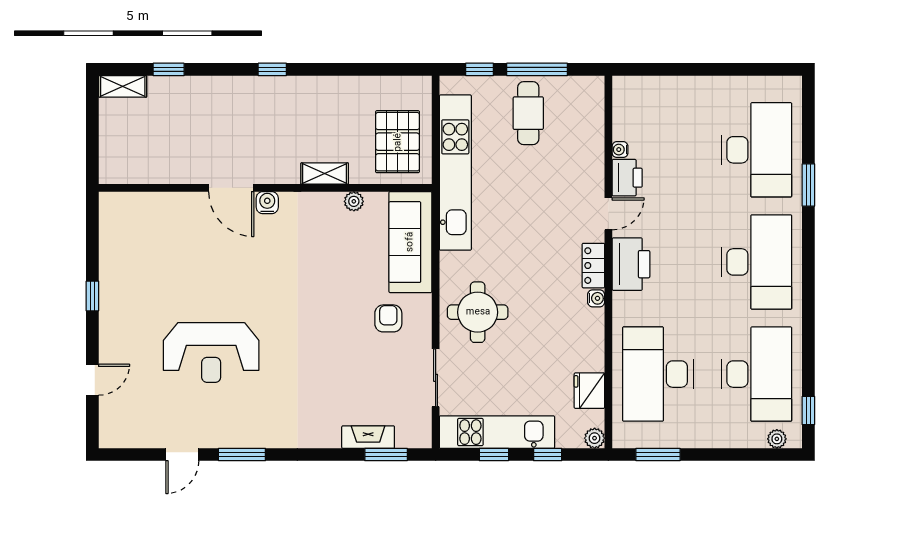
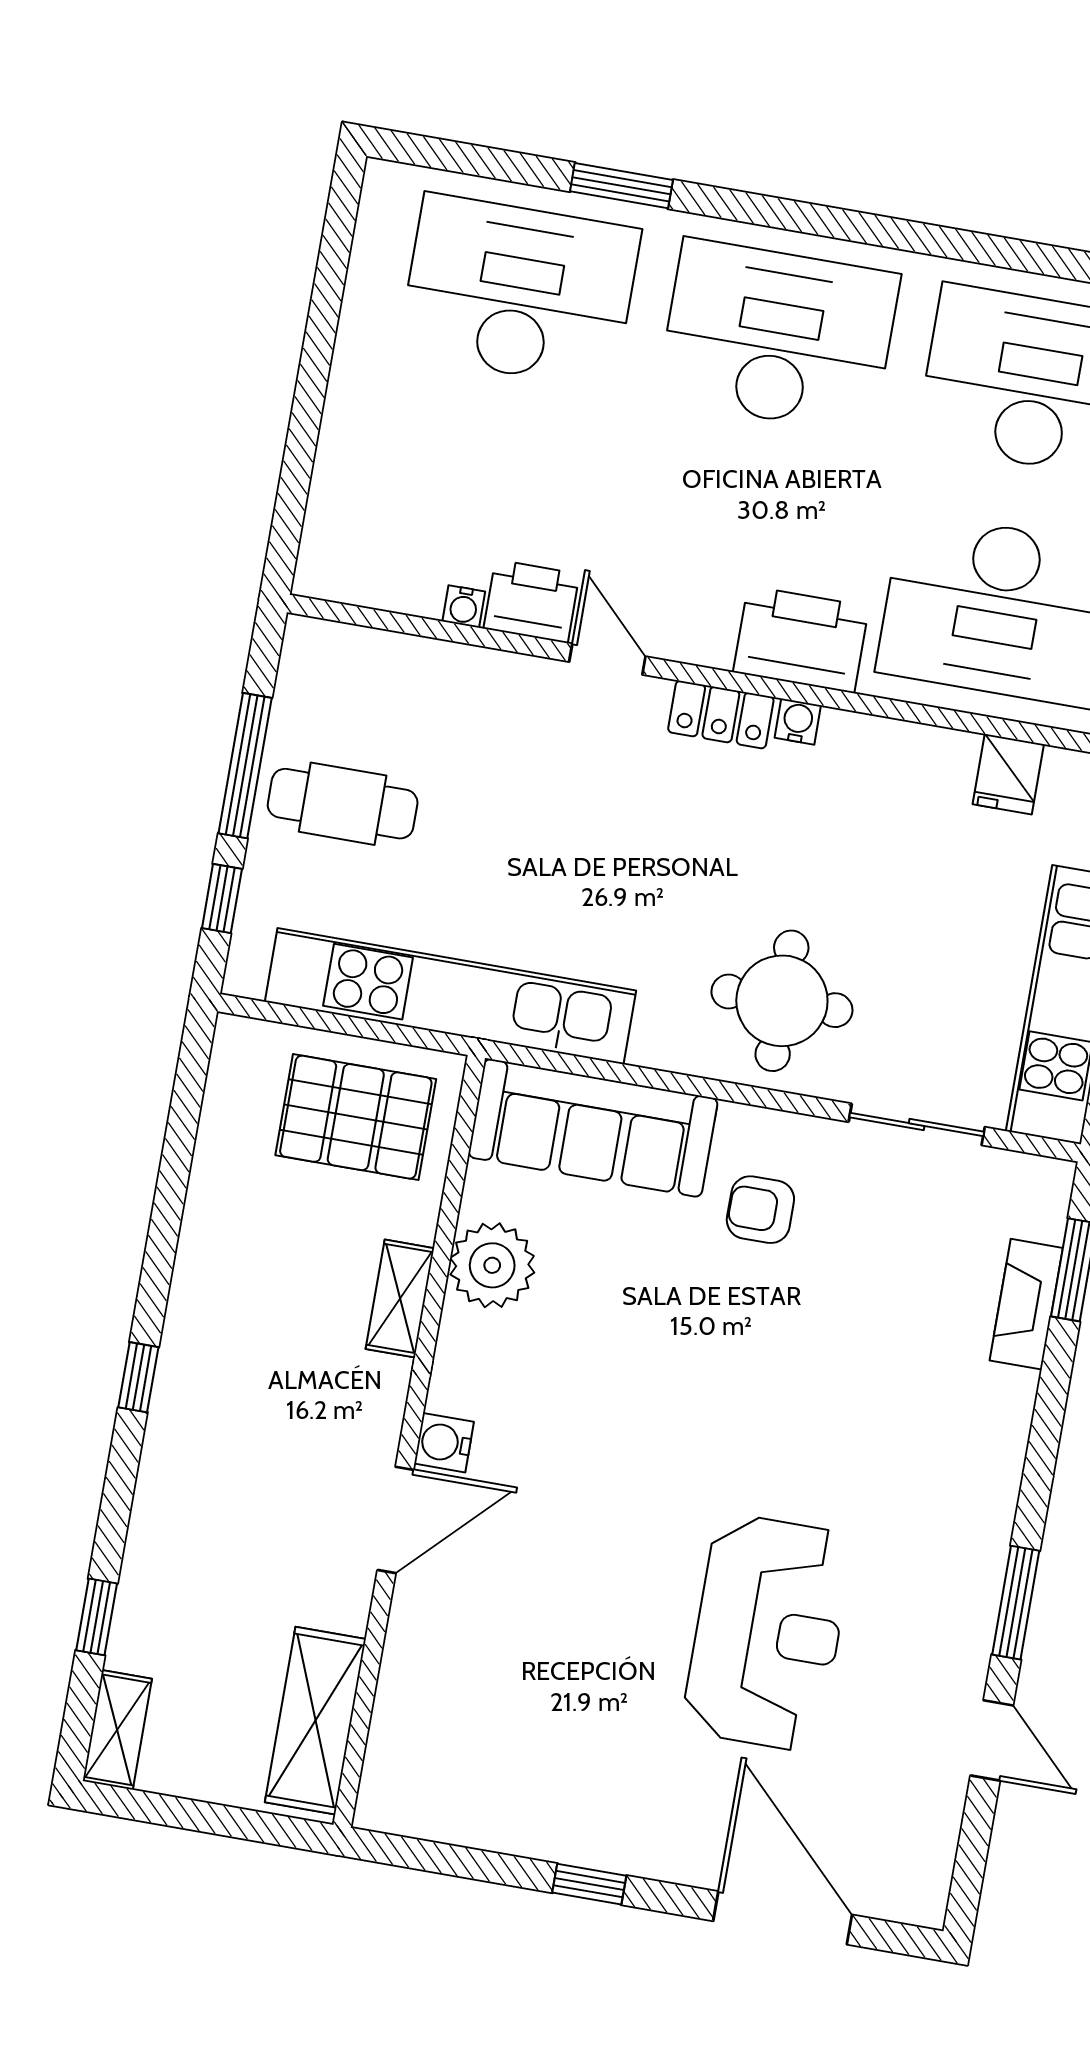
shelving: (141, 169) -> (315, 1721), added
plant: (354, 201) -> (492, 1265), width x1.87, depth x1.87
printer: (631, 264) -> (801, 639), moved
door: (92, 380) -> (783, 1918), width x1.87
fridge: (589, 391) -> (1008, 774), width x0.72

